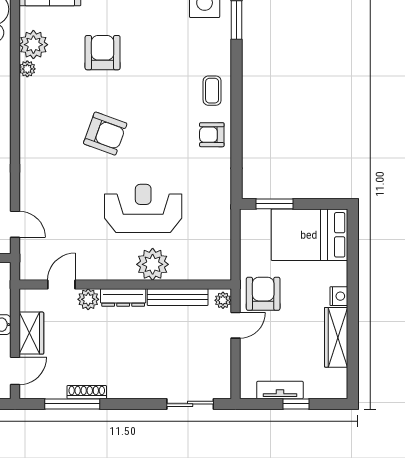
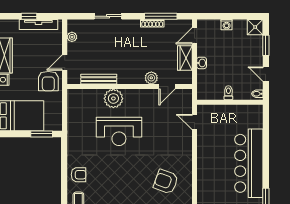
armchair: (105, 134) -> (166, 182), moved
dresser: (123, 297) -> (131, 79), removed
plant: (223, 300) -> (72, 37), moved
tv unit: (280, 390) -> (38, 24), width x1.41
sliding door: (190, 404) -> (108, 16), moved

